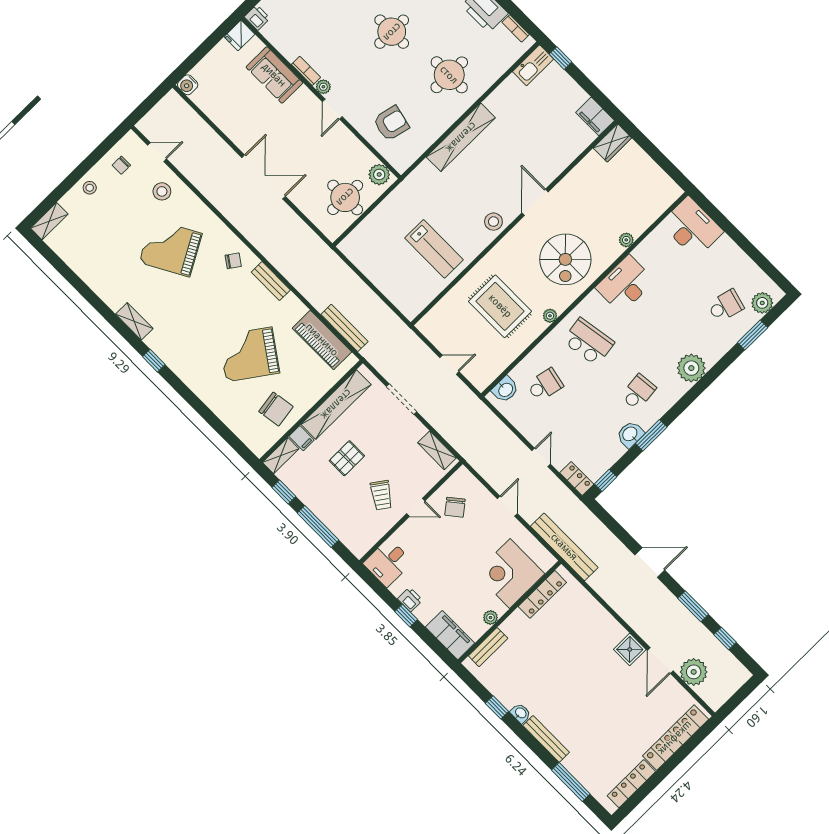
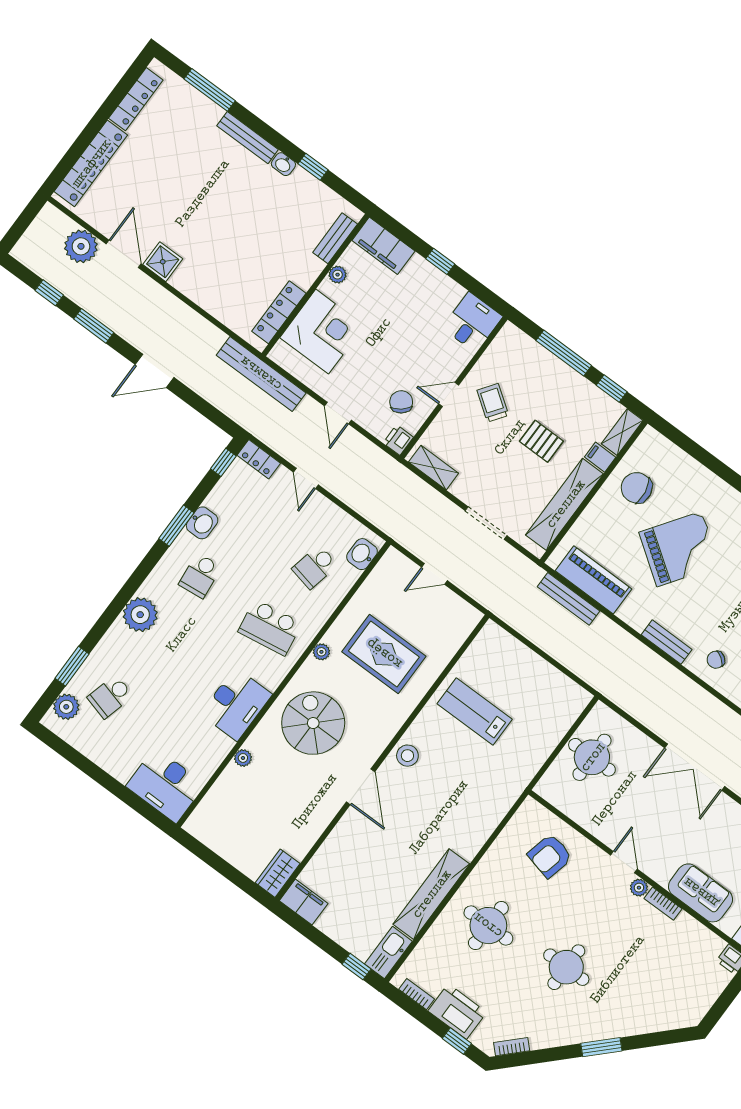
shelving: (461, 137) -> (431, 894), moved
plant: (379, 175) -> (555, 791), removed
pallet: (347, 458) -> (541, 441), turned 90
printer: (410, 600) -> (398, 440), moved, turned 90

